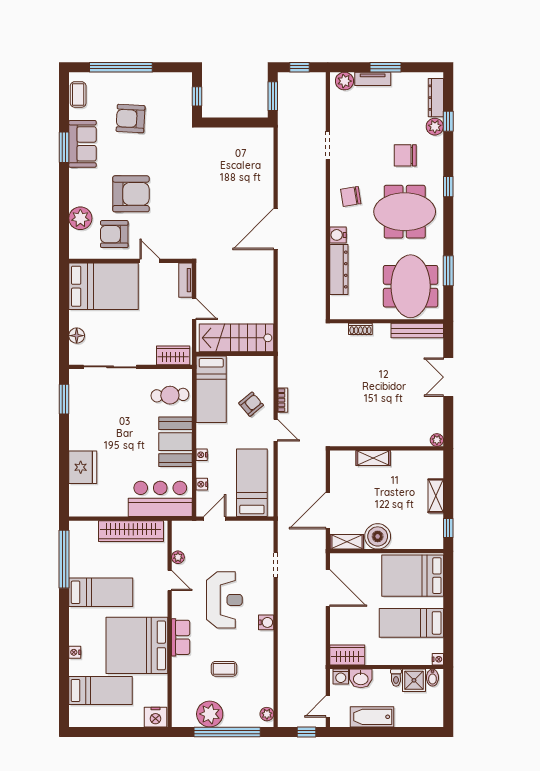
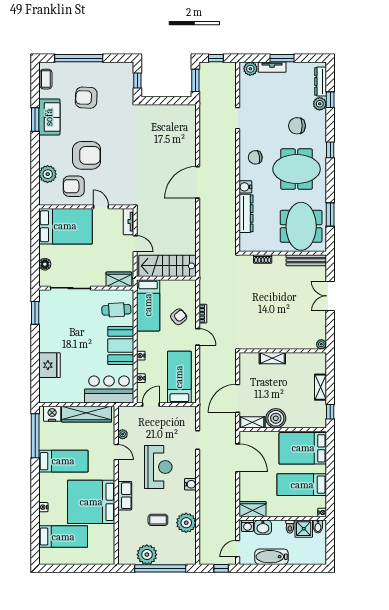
plant: (267, 714) -> (186, 523), moved, width x1.88, depth x1.88
nightstand: (155, 717) -> (52, 414), moved, turned 180

